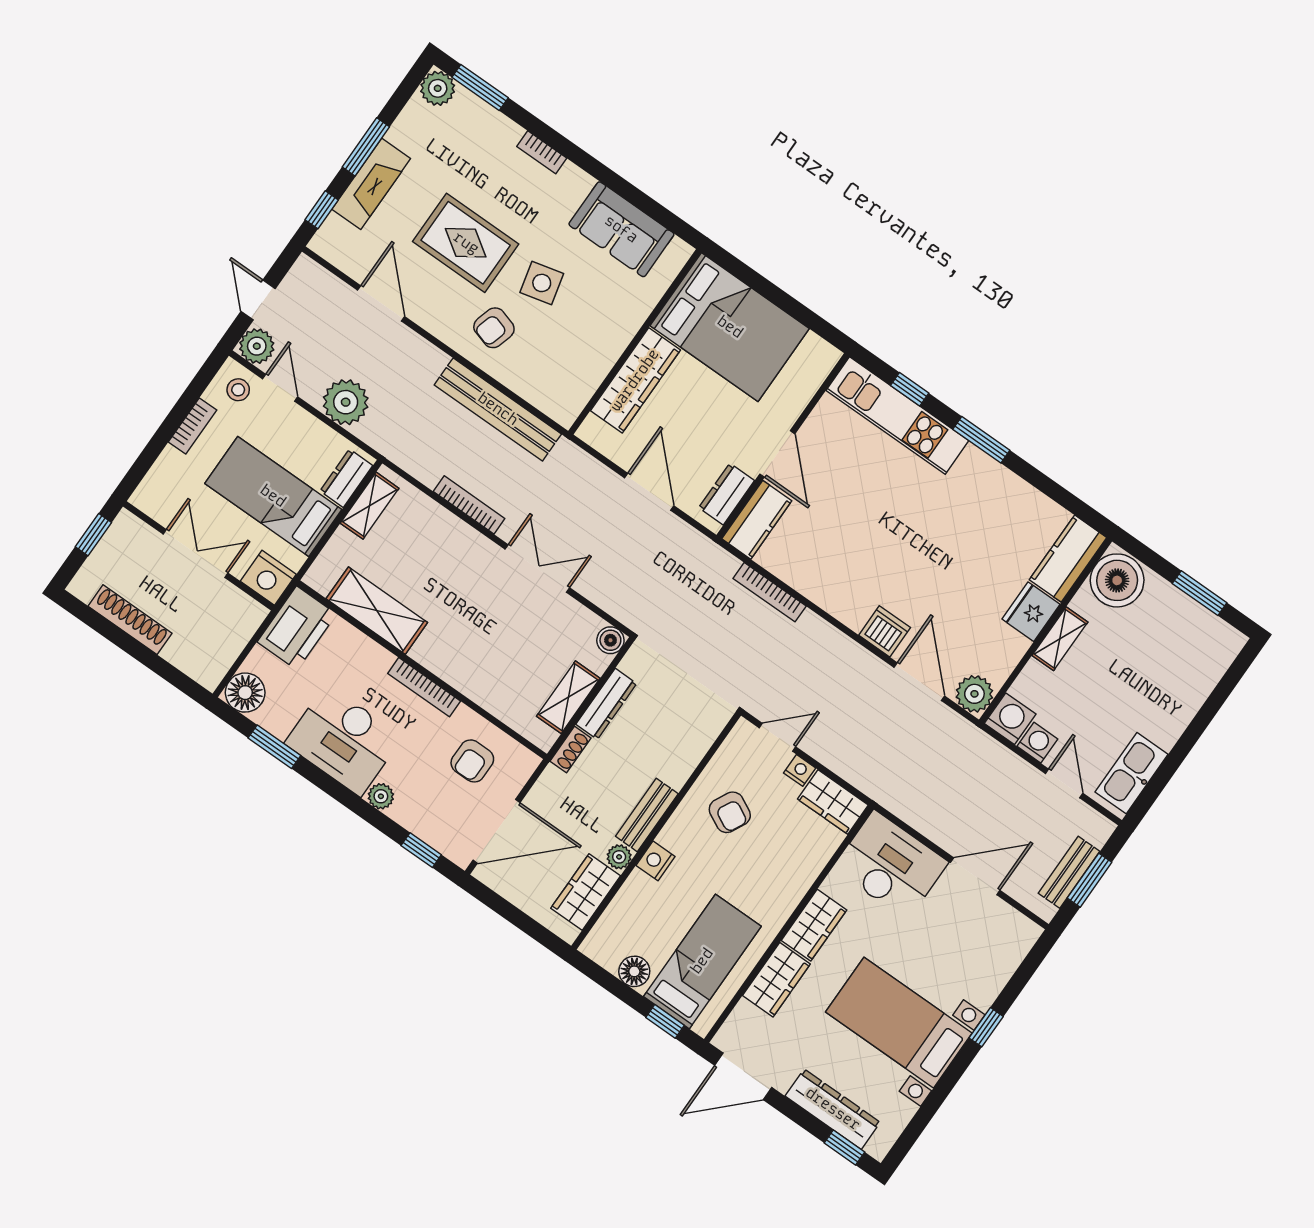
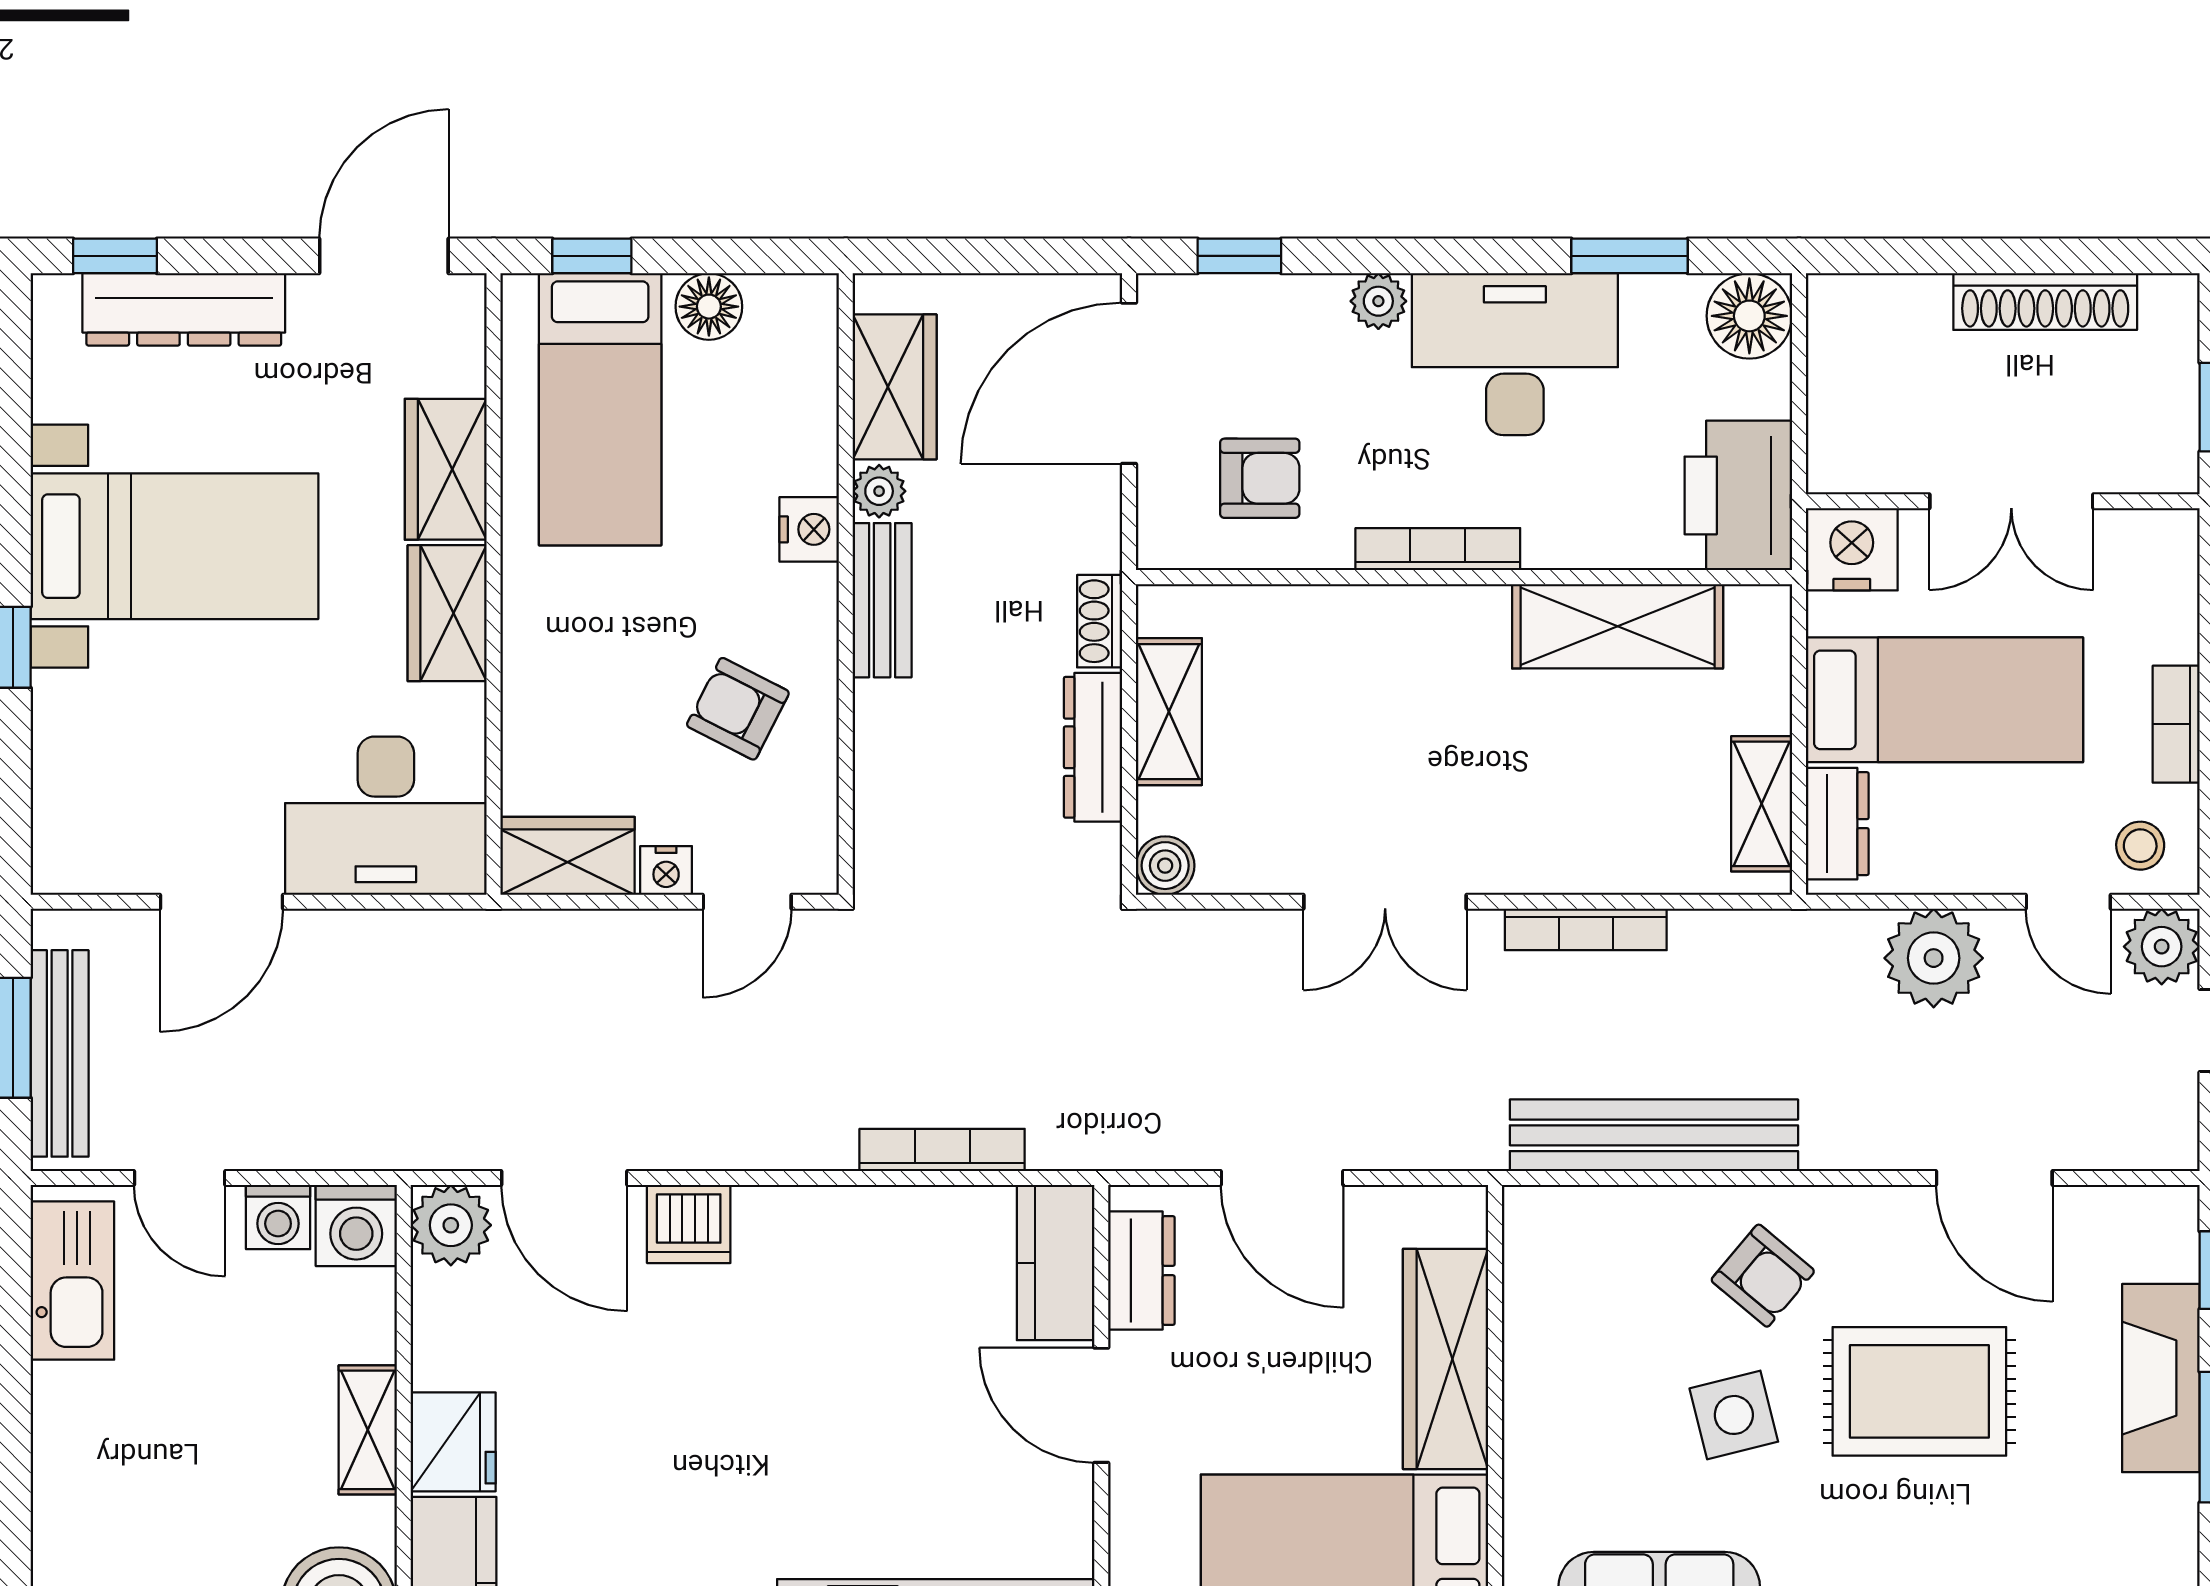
armchair: (494, 328) -> (1763, 1276), turned 114
armchair: (472, 761) -> (1260, 478), turned 90
bench: (1069, 872) -> (60, 1053), width x1.36

